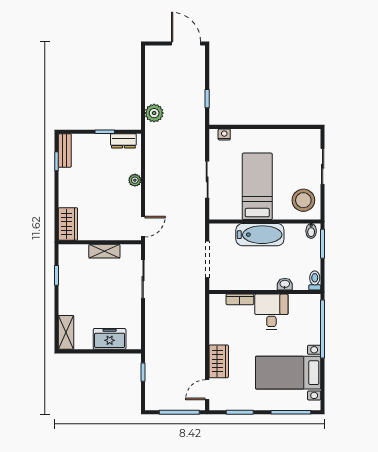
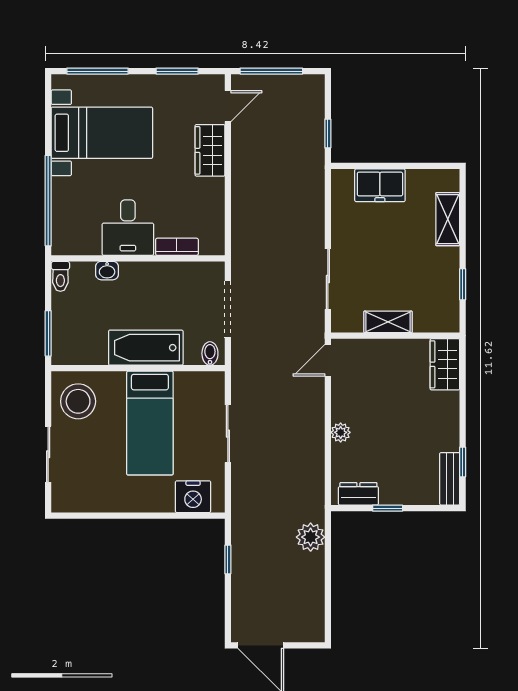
nightstand: (224, 134) -> (193, 497), width x1.89, depth x1.79
bidet: (311, 231) -> (210, 353), moved
shelving: (66, 332) -> (448, 219), moved

